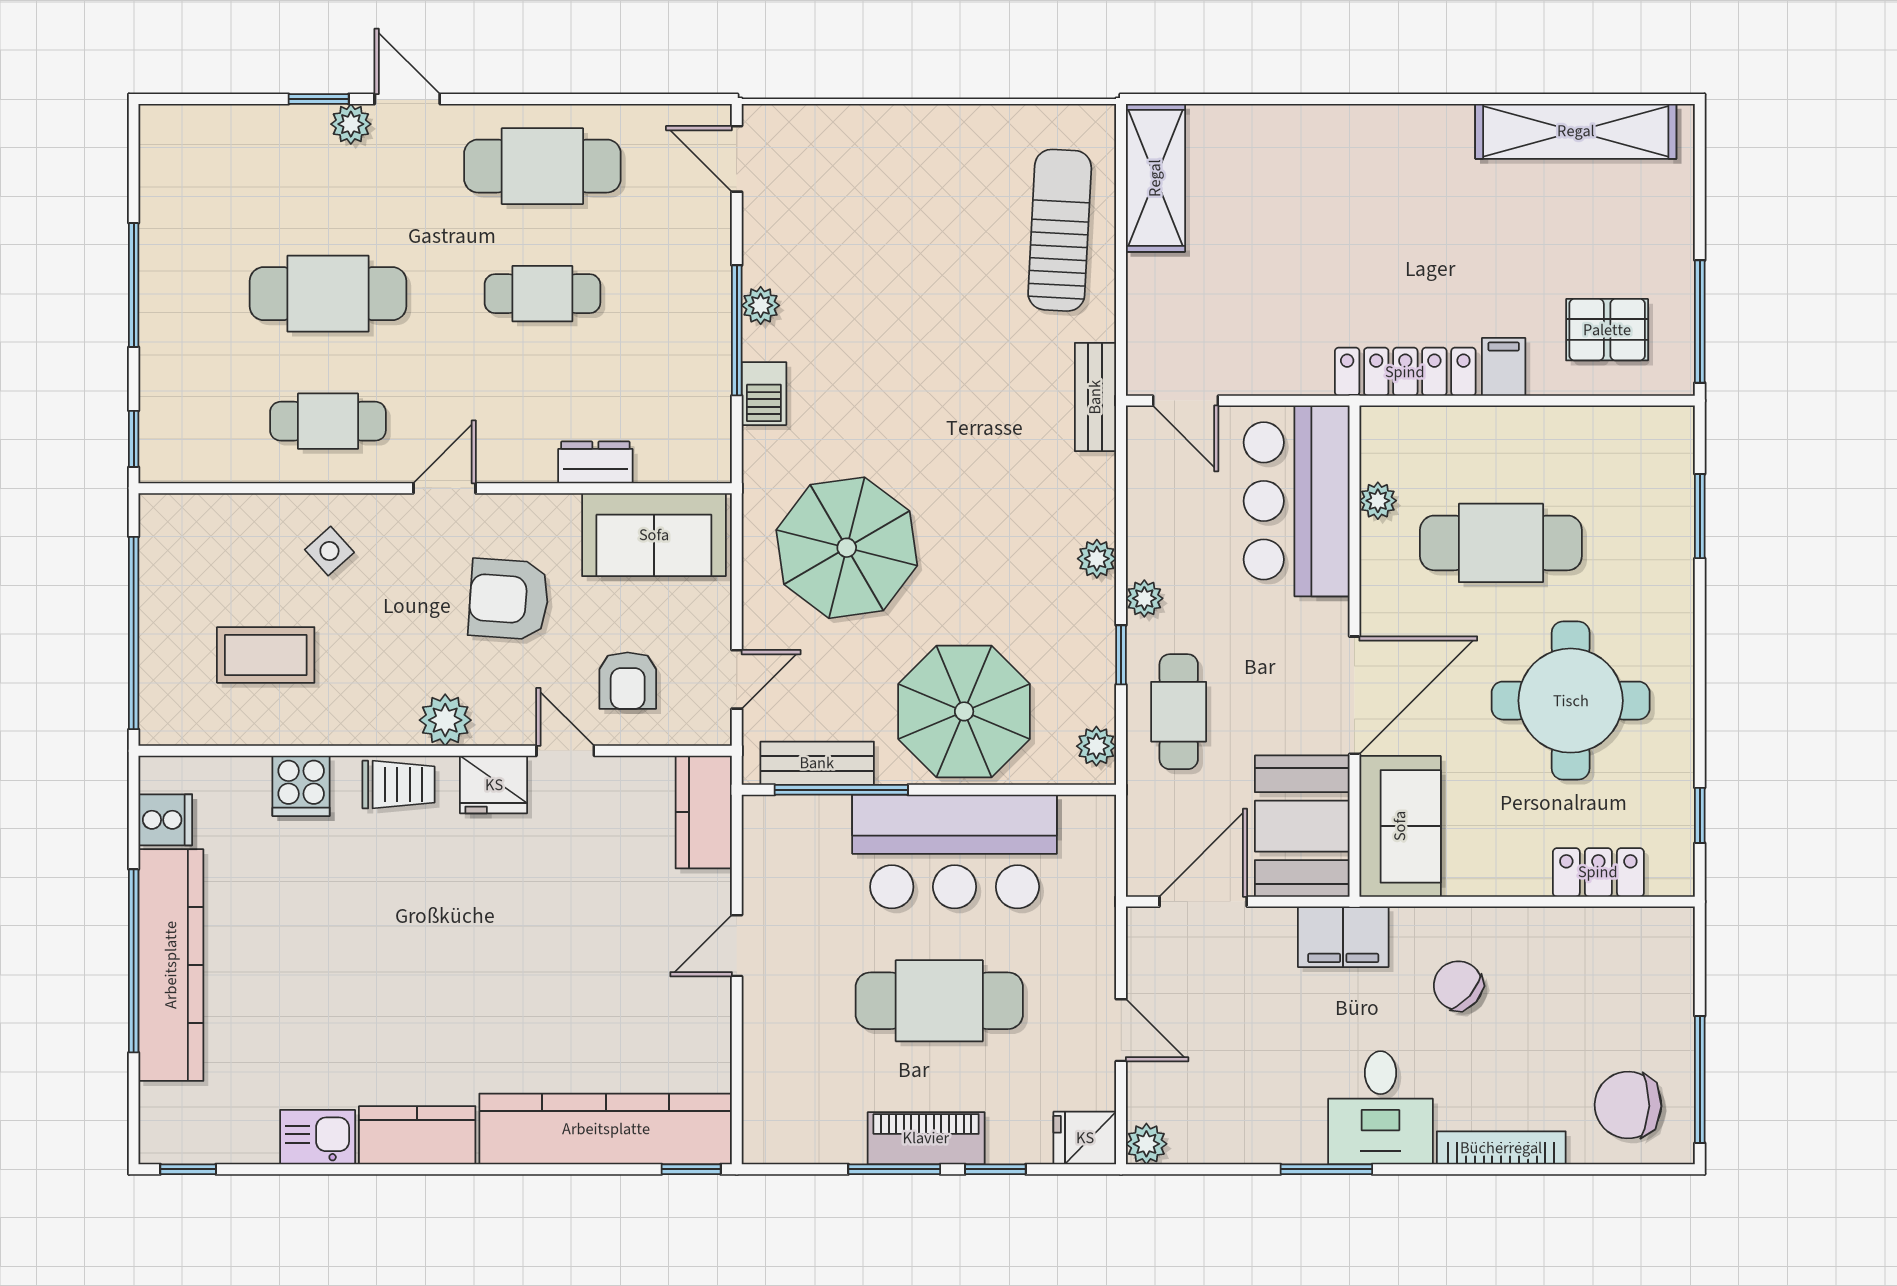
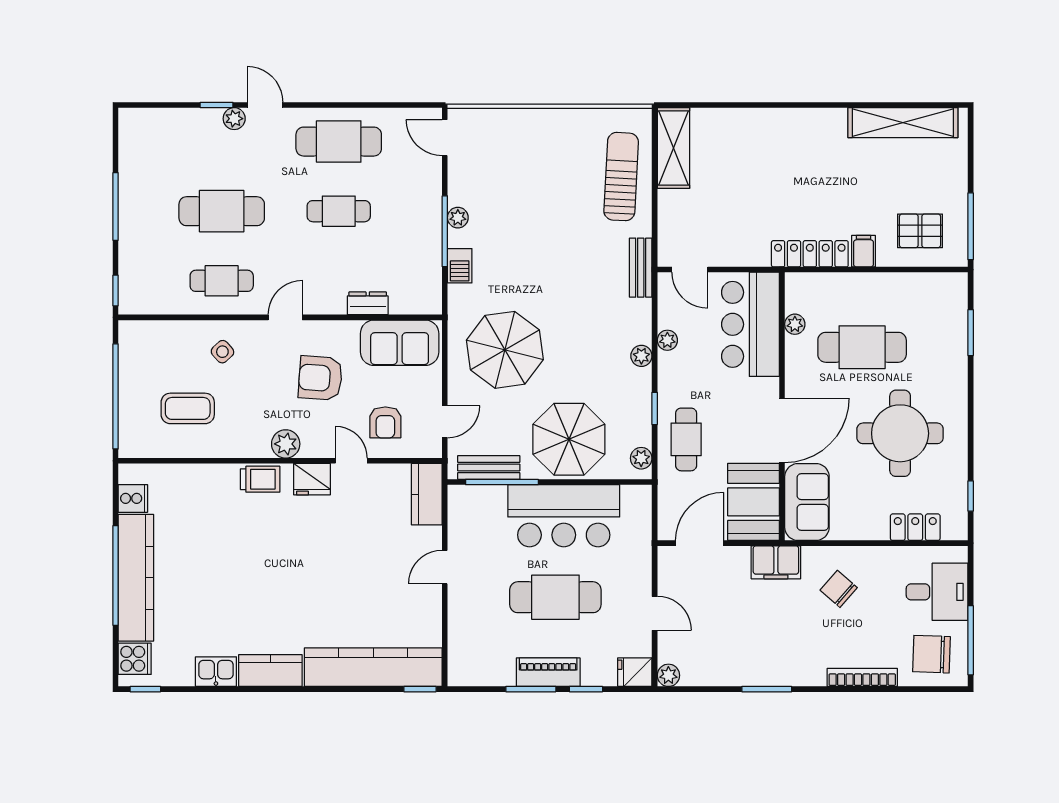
plant: (1144, 598) -> (667, 340), moved
cooker: (301, 786) -> (135, 659), moved, turned -90
desk: (1380, 1108) -> (937, 592), moved, turned -90

